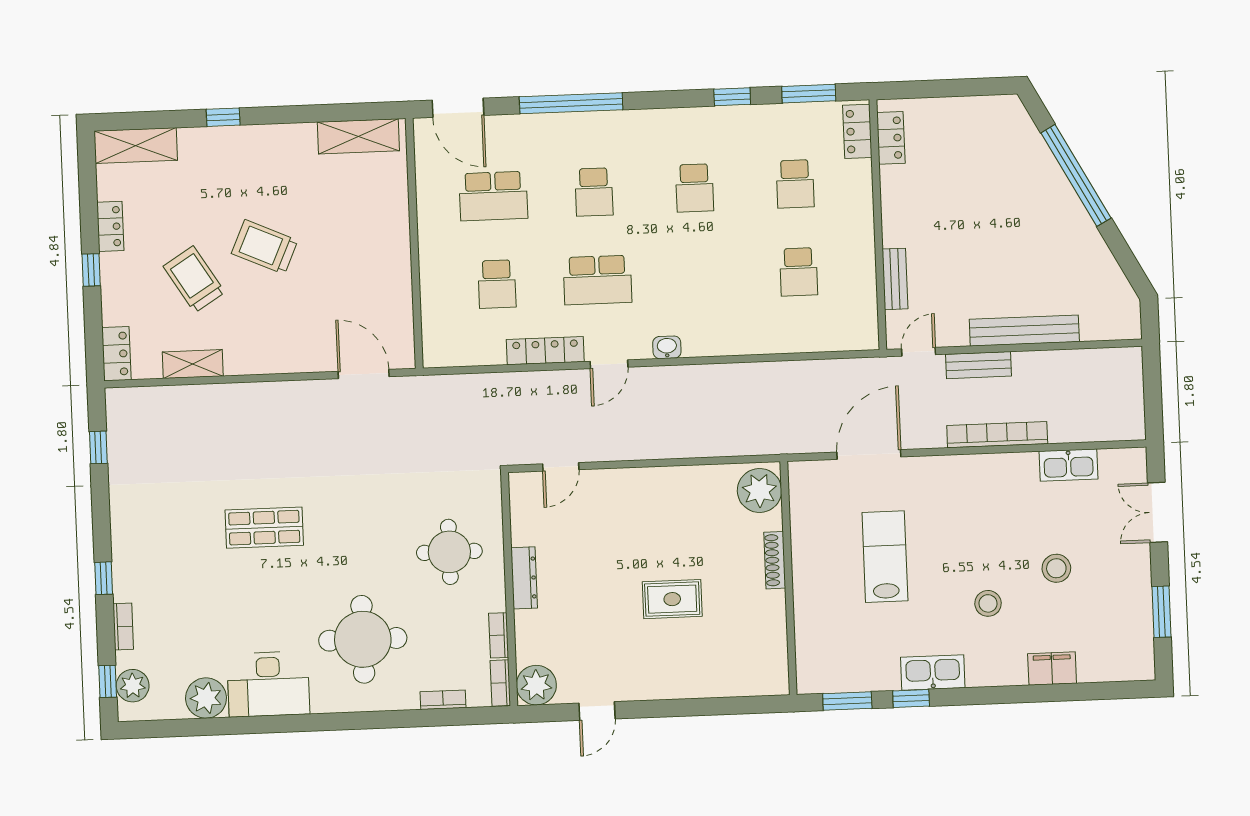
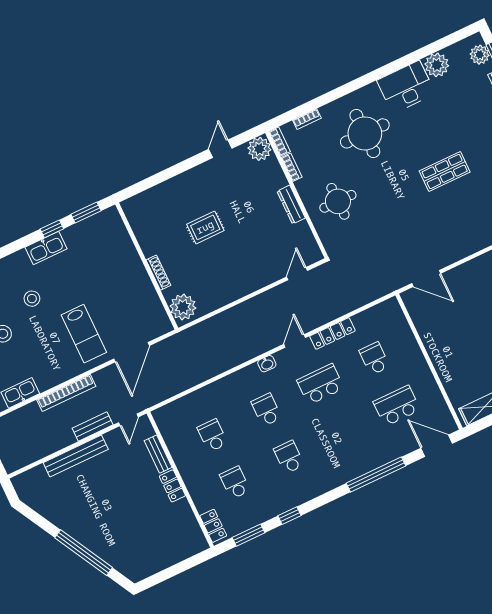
locker: (891, 138) -> (172, 486), moved
school desk: (594, 192) -> (266, 410), moved
lab bench: (885, 557) -> (84, 334), moved

